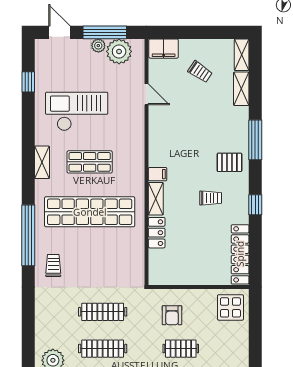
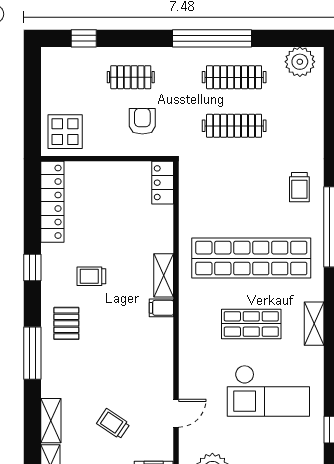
trolley: (200, 72) -> (113, 424), moved
door: (147, 94) -> (176, 413), swing flipped
pallet: (229, 162) -> (66, 323), turned 90
locker: (157, 233) -> (163, 183), moved

